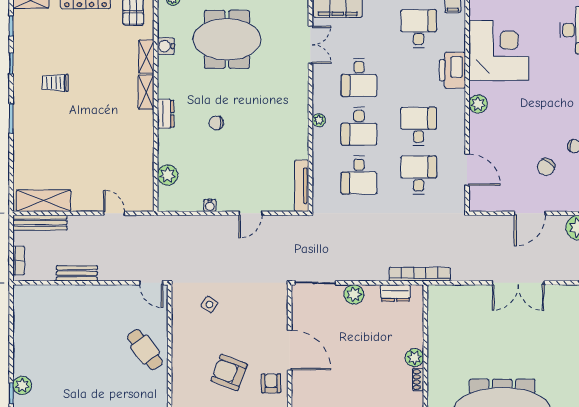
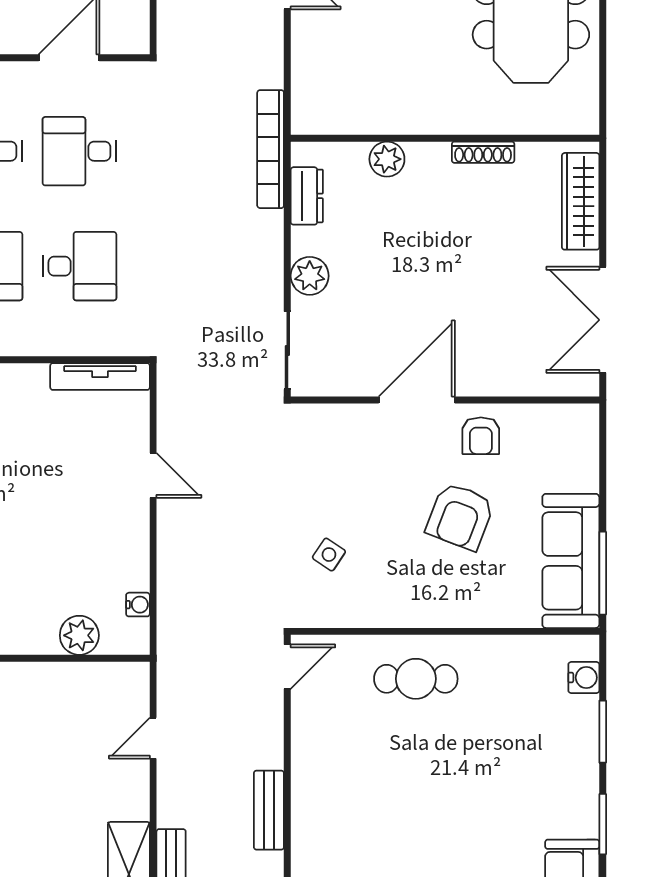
water cooler: (210, 205) -> (138, 605), moved
cafe table: (145, 350) -> (416, 679), turned 37
plant: (415, 358) -> (387, 159), moved
shoe rack: (418, 380) -> (483, 152), width x1.43
armchair: (271, 383) -> (481, 436), turned -90

